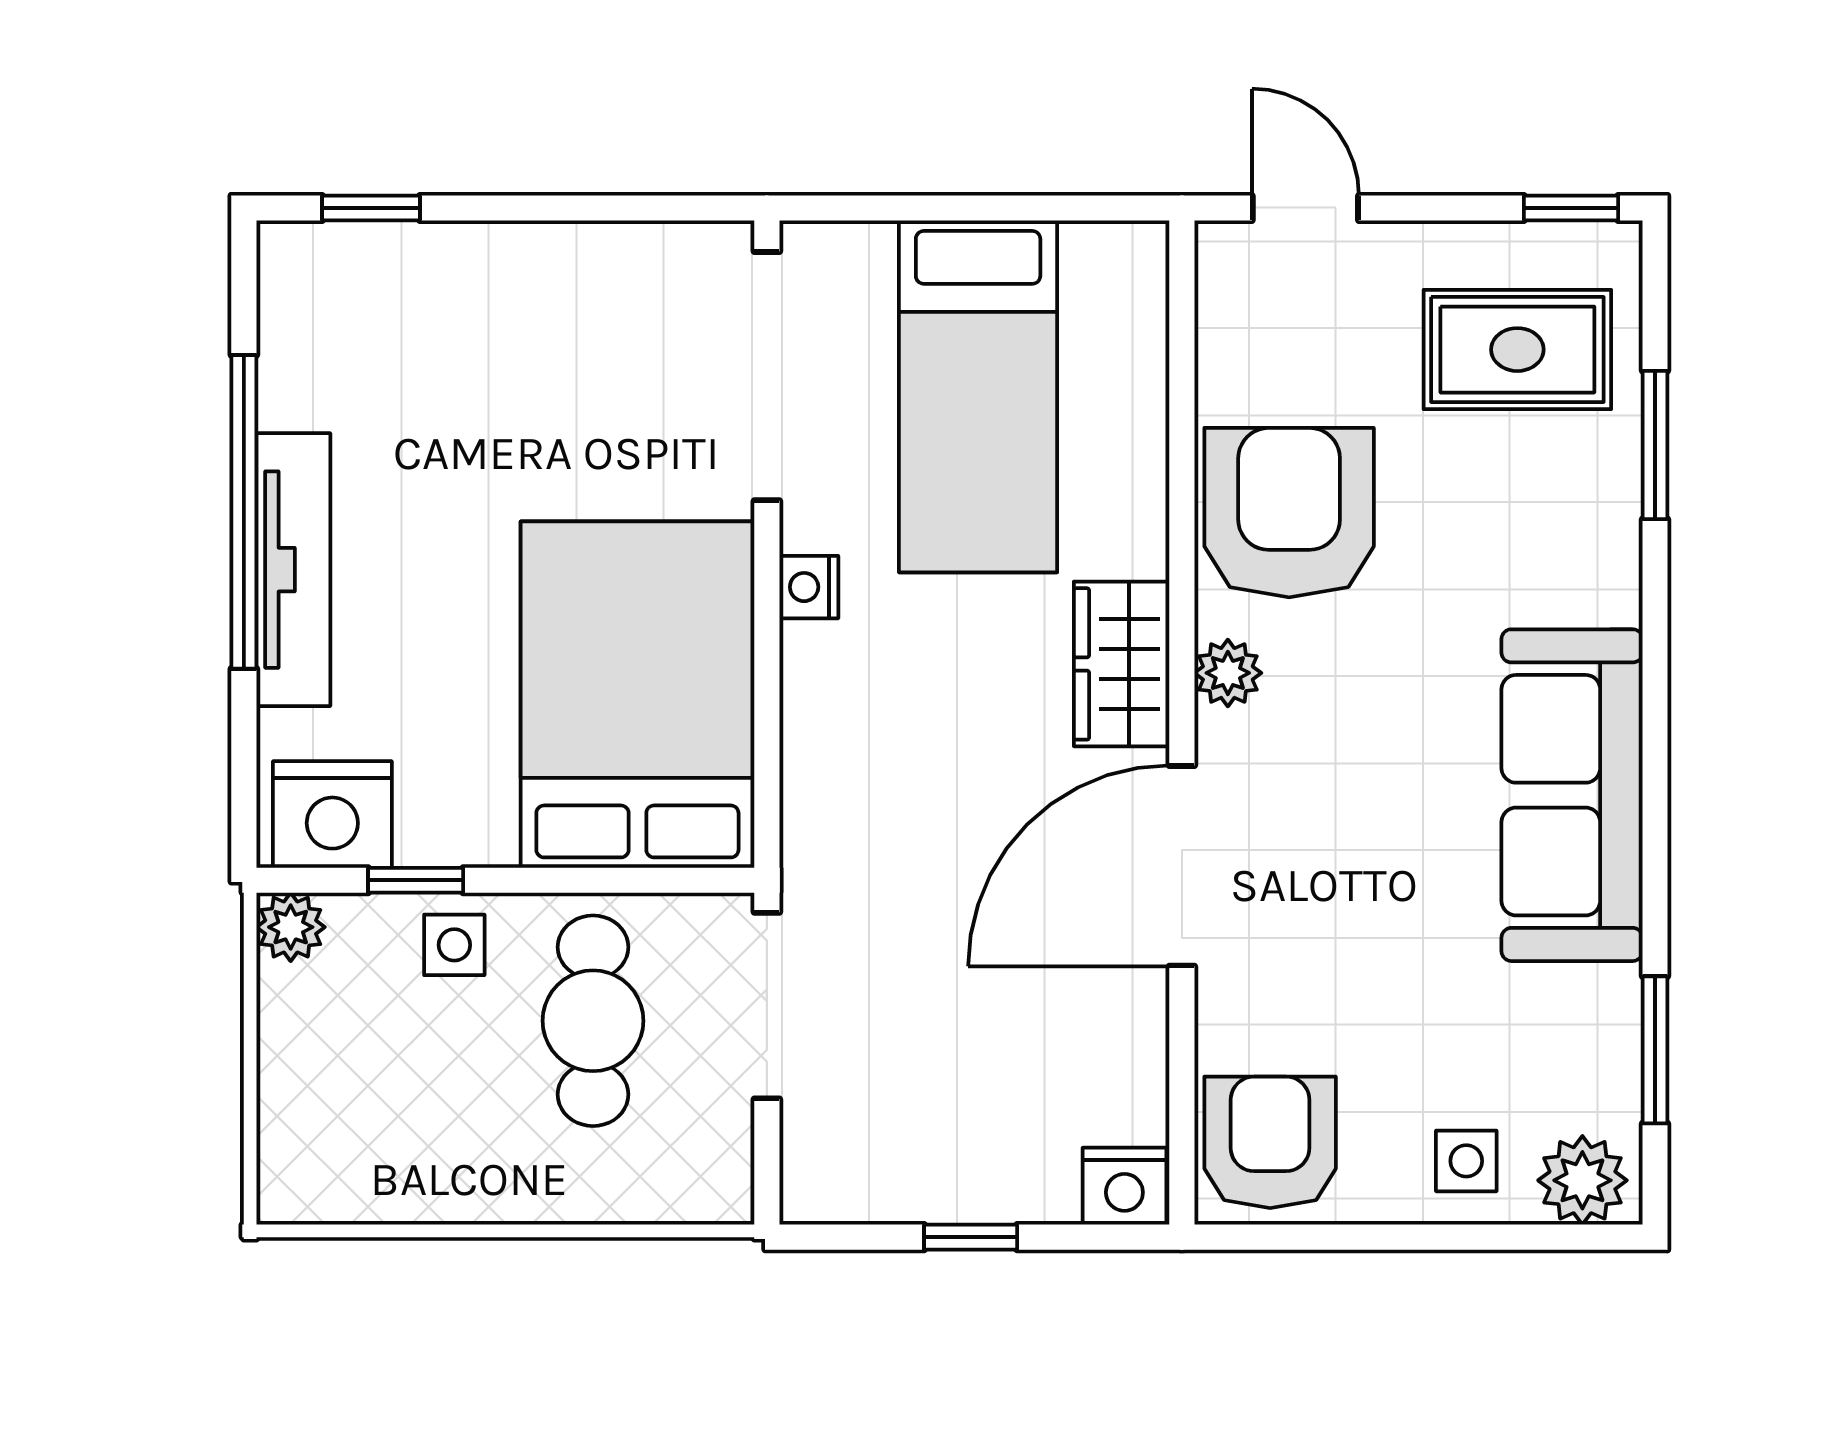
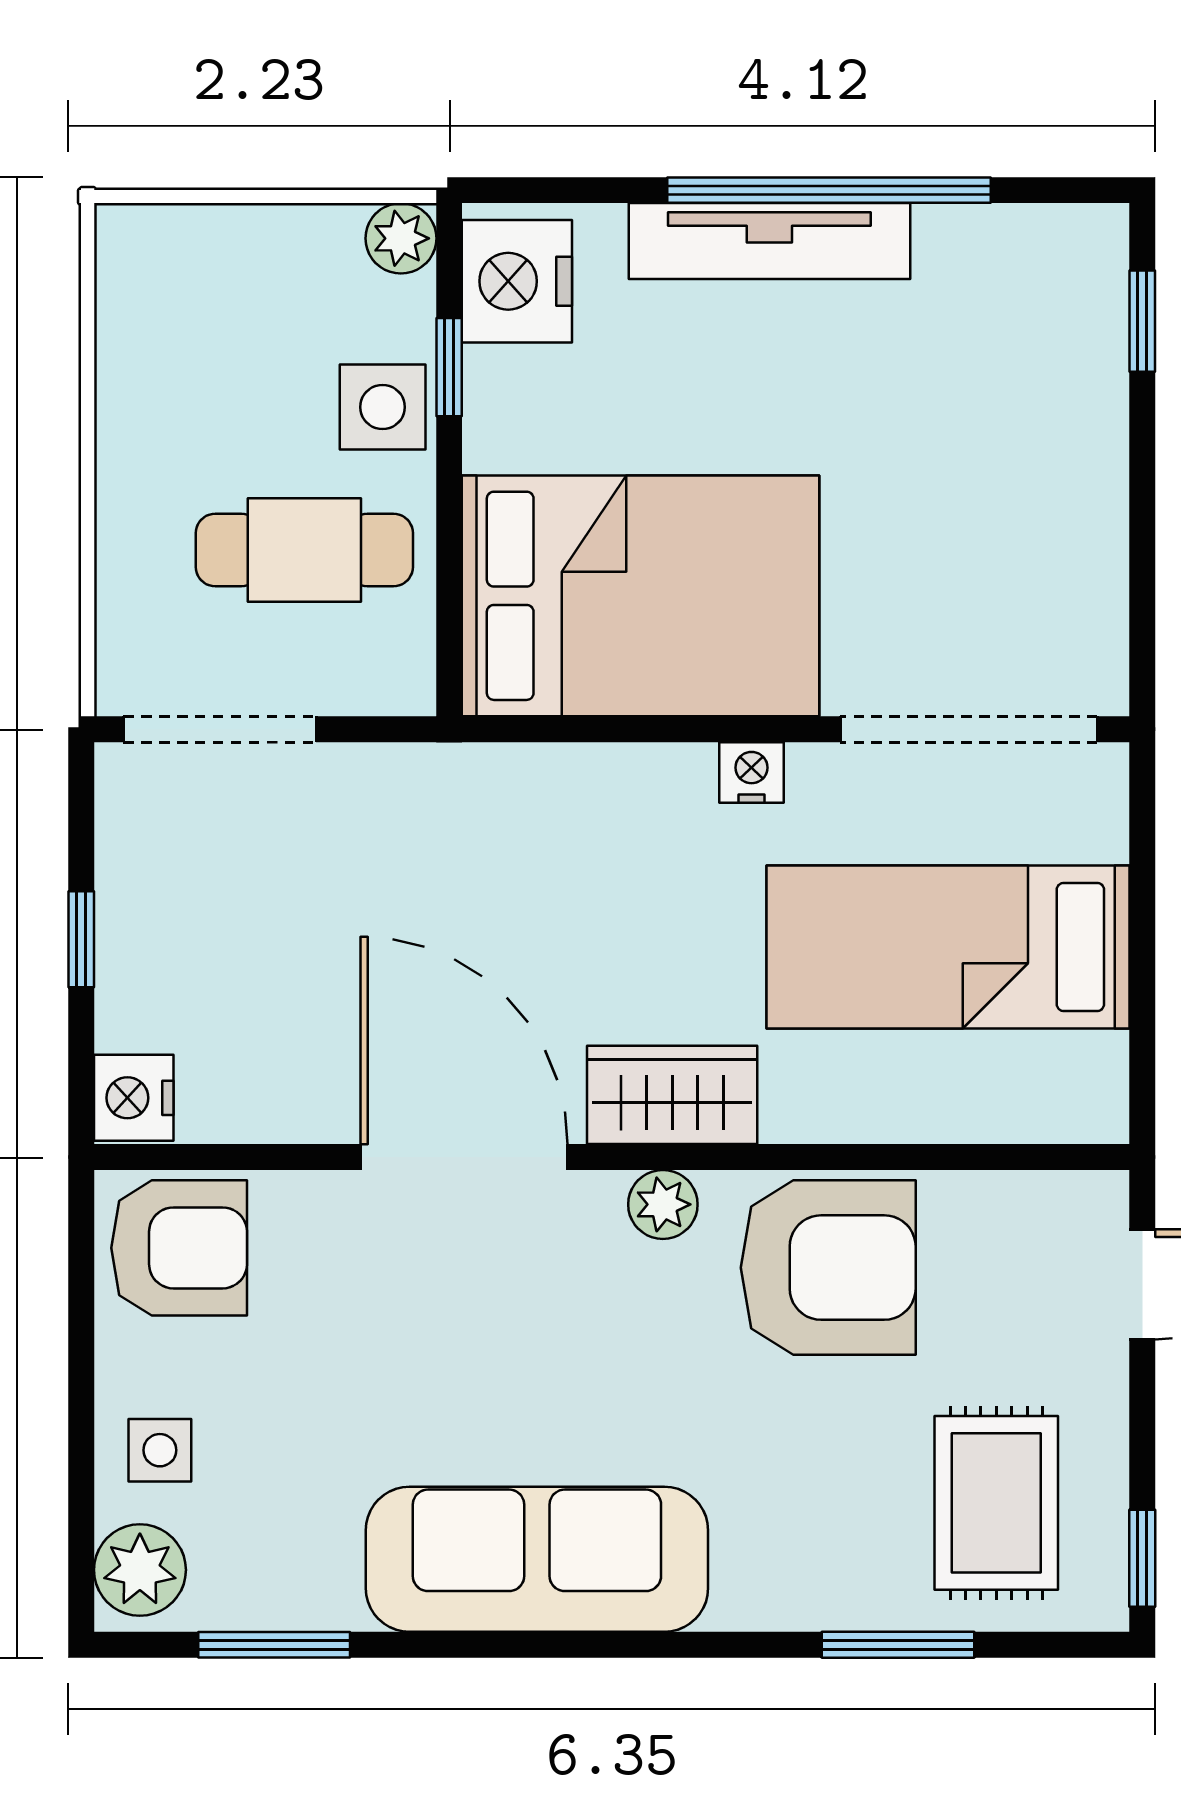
side table: (454, 945) -> (383, 407), width x1.37, depth x1.37
doorway: (767, 1006) -> (220, 729), moved

